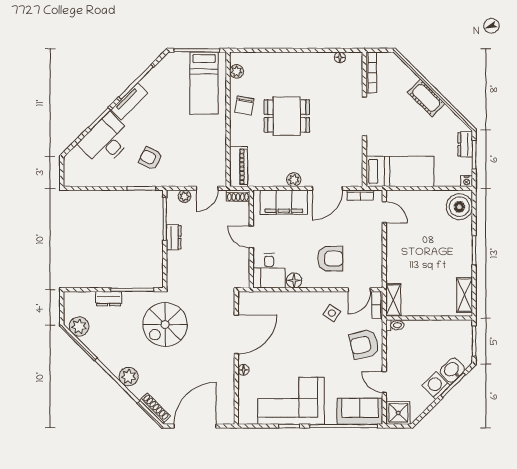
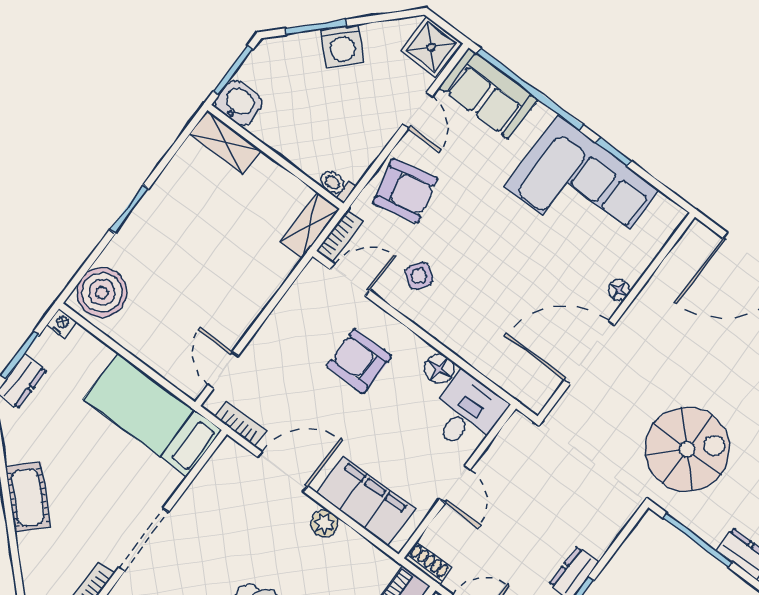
shelving: (465, 295) -> (225, 142), moved, turned 90
washbasin: (452, 370) -> (239, 103), moved, turned -135

